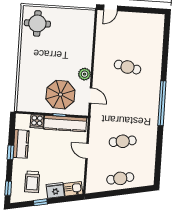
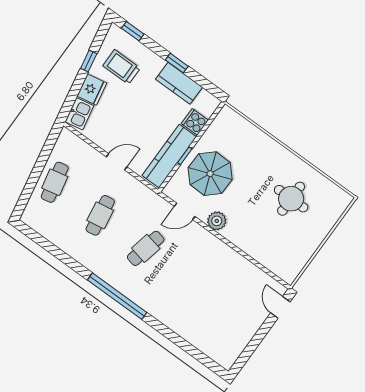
round table: (37, 23) -> (291, 199), moved
cafe table: (127, 67) -> (146, 248), moved

